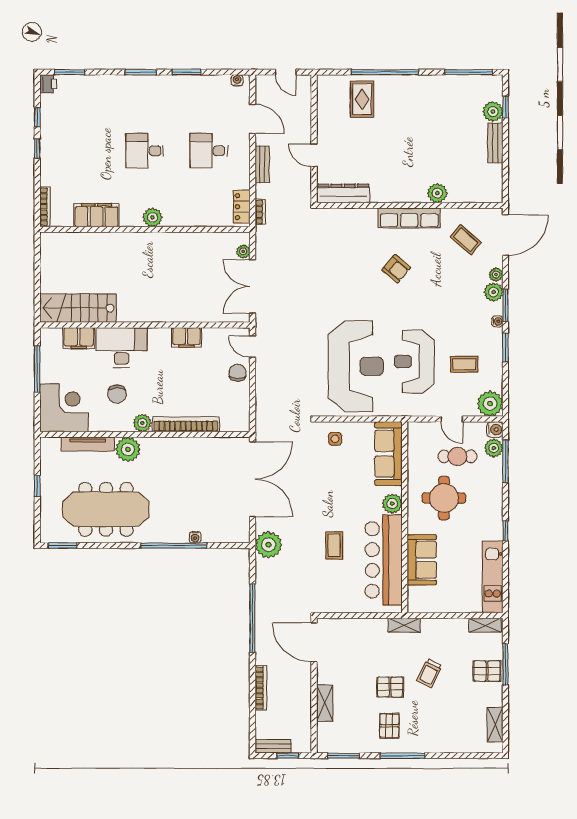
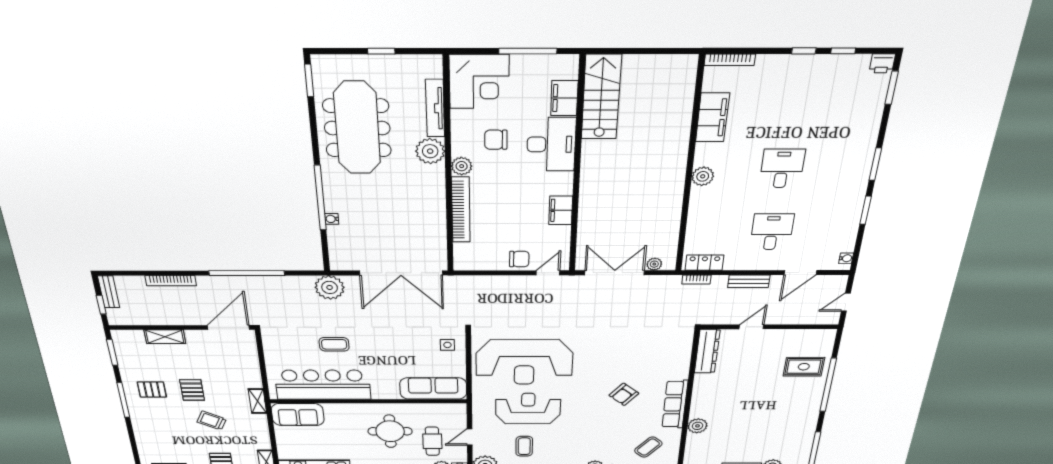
plant: (392, 504) -> (382, 391), removed
sofa: (422, 560) -> (298, 415), moved

